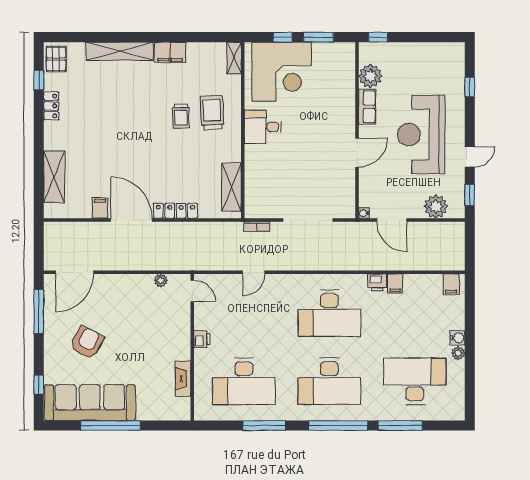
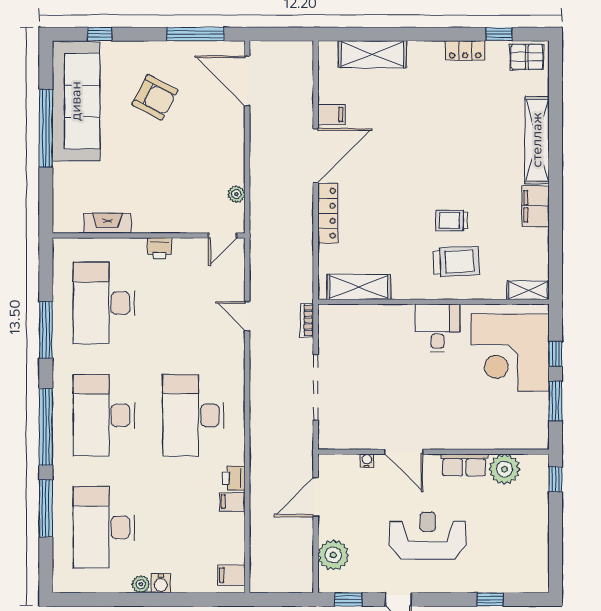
reception desk: (421, 134) -> (428, 536), width x0.74, depth x0.77
water cooler: (364, 213) -> (367, 461), moved
desk: (415, 381) -> (104, 527), turned 180

